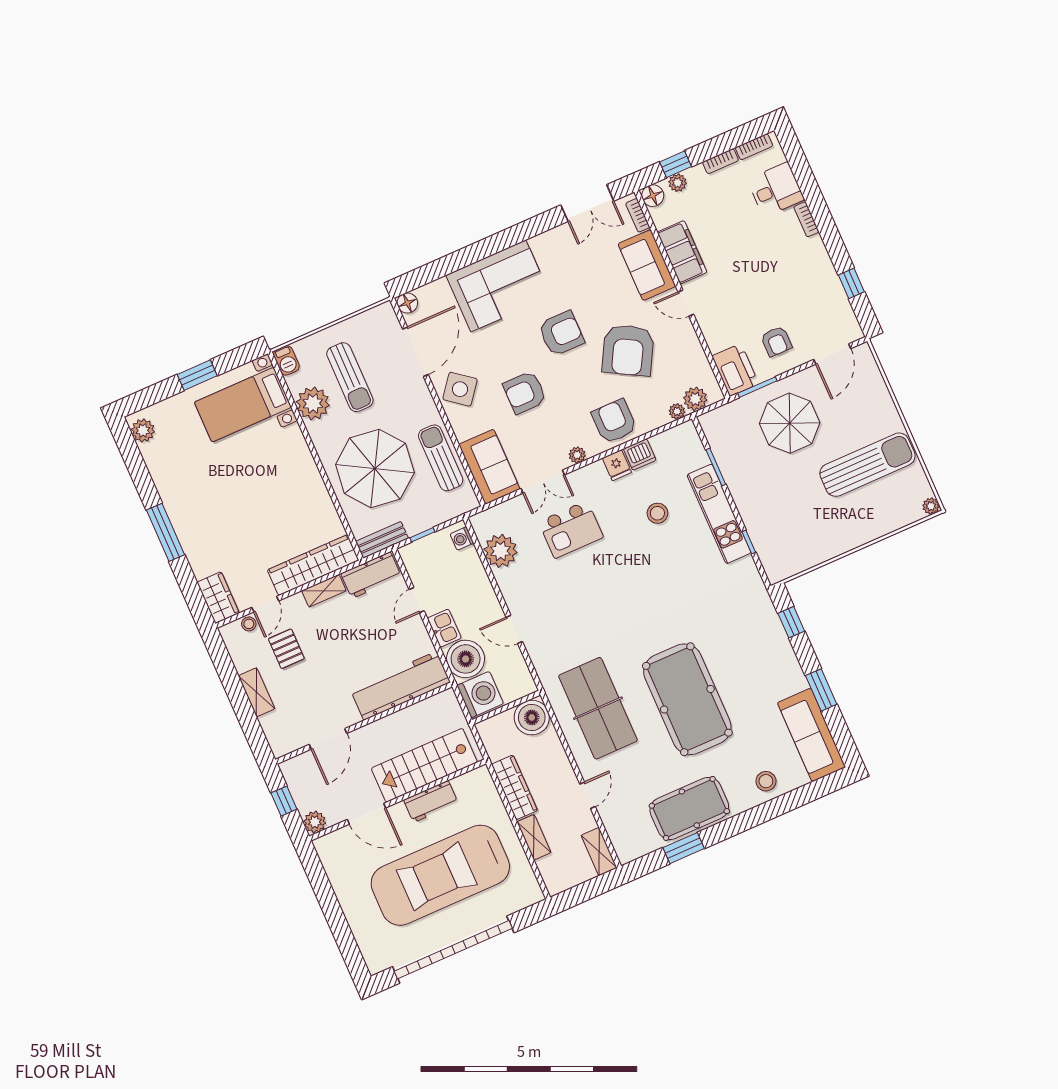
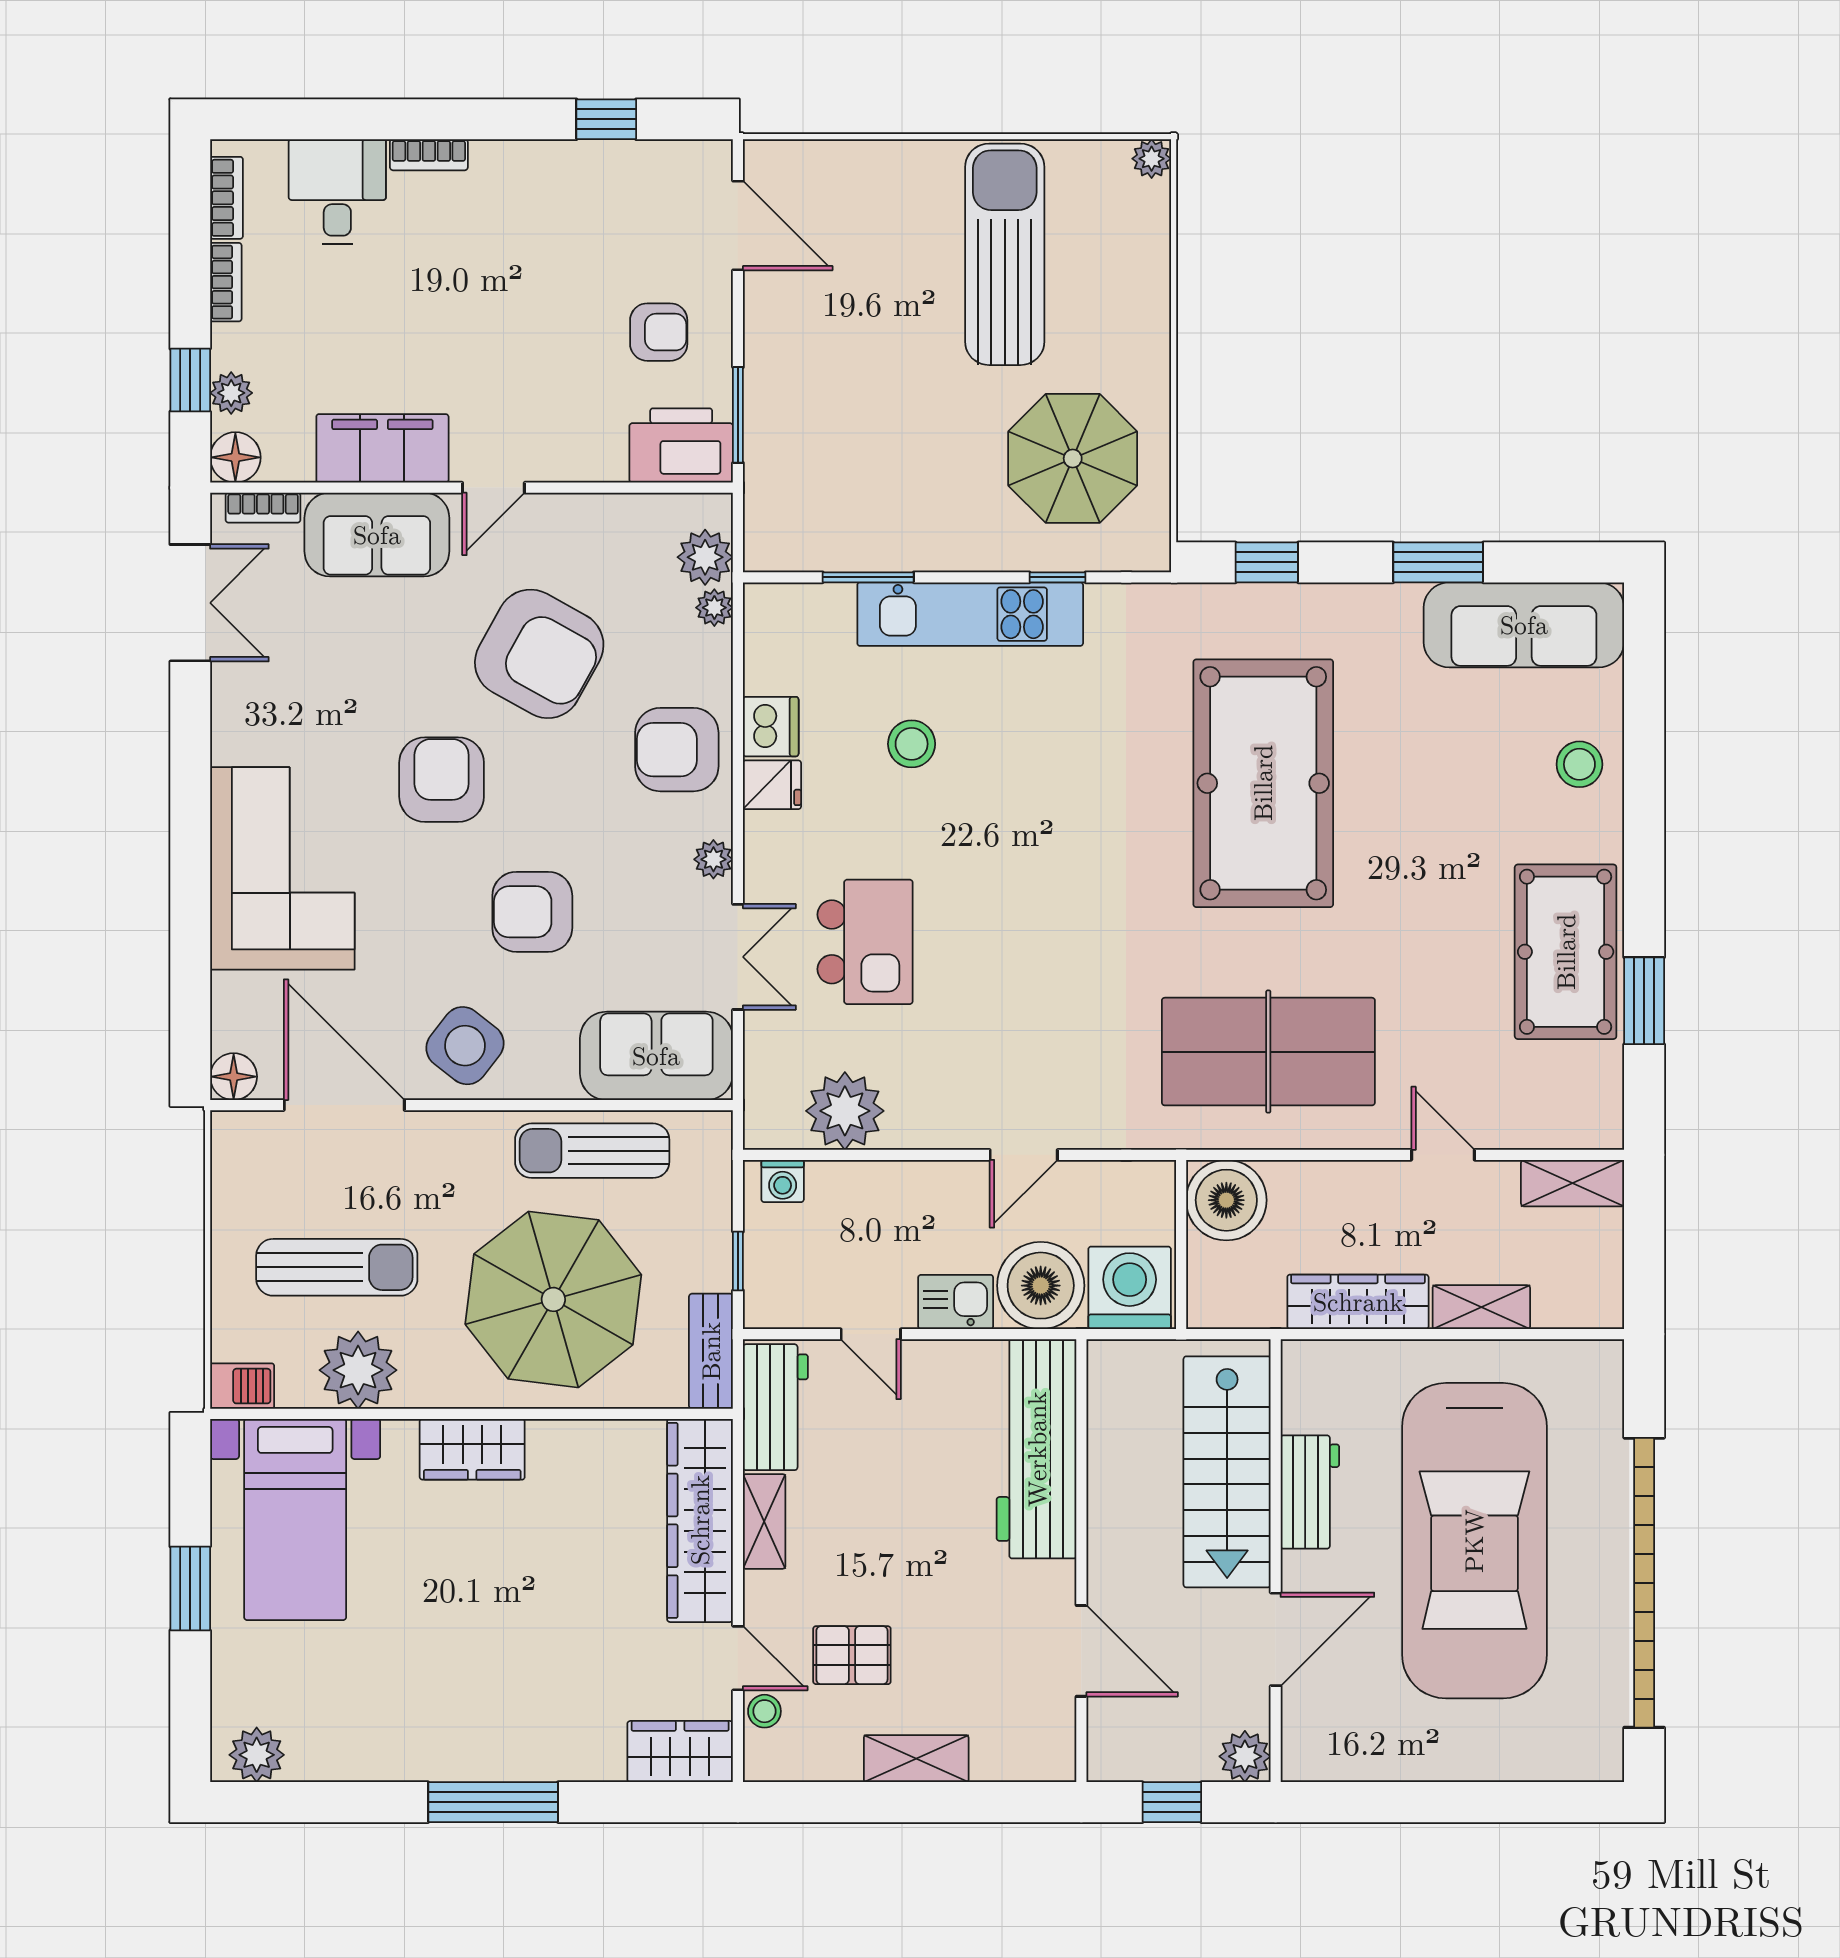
armchair: (525, 392) -> (532, 912), turned 90
parasol: (790, 423) -> (1073, 458), moved
wardrobe: (302, 462) -> (472, 1449), added
pool table: (687, 699) -> (1263, 783), moved, turned 90

